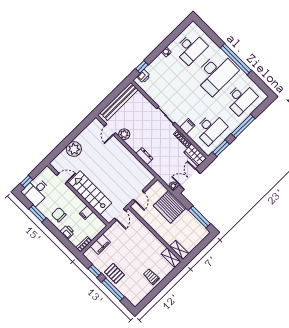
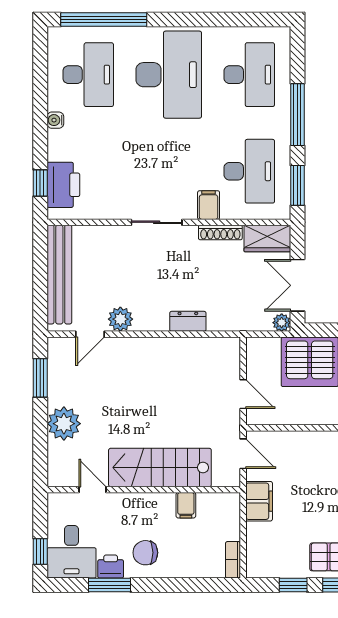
window: (236, 59) -> (104, 19), moved
printer: (144, 76) -> (63, 185), width x1.87, depth x1.48
window: (81, 127) -> (40, 378), added
door: (110, 129) -> (90, 334), hinge flipped
door: (62, 179) -> (92, 490), hinge flipped
printer: (67, 232) -> (111, 567), moved
filing cabinet: (100, 244) -> (259, 501), moved

